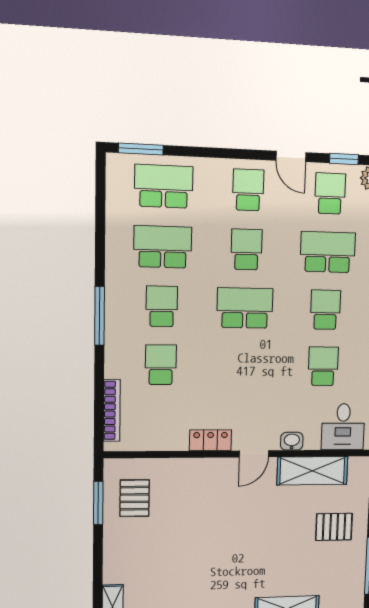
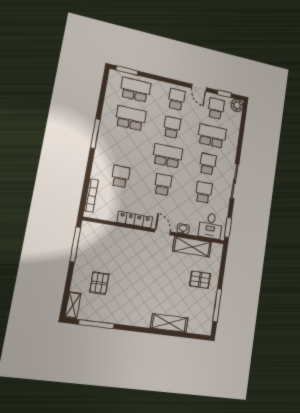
school desk: (162, 306) -> (163, 185), moved
window: (100, 316) -> (95, 134), moved
locker: (210, 440) -> (135, 220), width x1.53
door: (254, 454) -> (162, 232), swing flipped
pallet: (135, 498) -> (99, 283), moved
window: (98, 503) -> (75, 244), width x1.44

